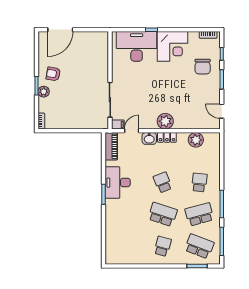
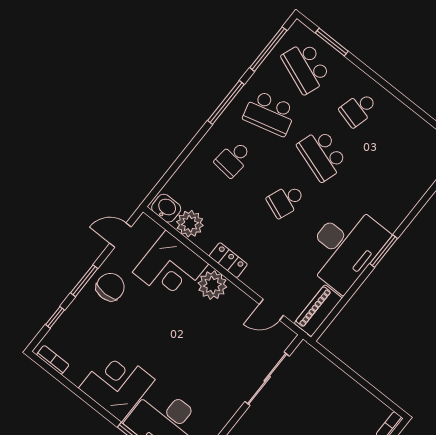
chair: (203, 67) -> (110, 287), moved
door: (222, 111) -> (120, 235), swing flipped
corner desk: (189, 114) -> (170, 268), added
filing cabinet: (118, 124) -> (284, 334), removed
washbasin: (149, 138) -> (166, 208), moved
school desk: (163, 182) -> (286, 201), turned 42
desk: (118, 183) -> (345, 247), width x1.36, depth x1.30

